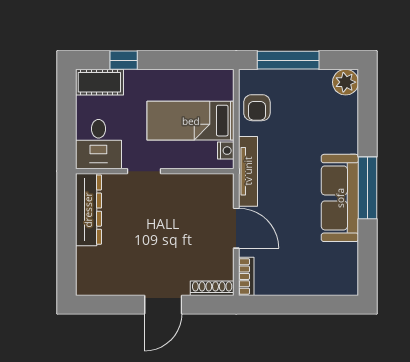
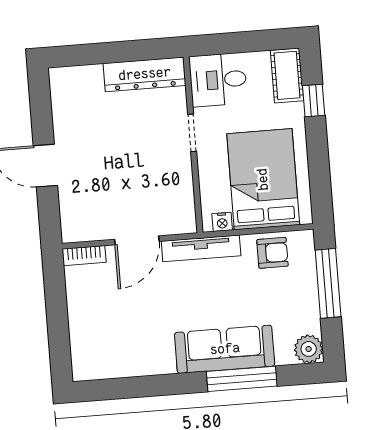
armchair: (257, 108) -> (272, 253), turned 180
bed: (191, 121) -> (263, 179), width x1.50
window: (368, 188) -> (242, 379), moved
sofa: (340, 198) -> (225, 349), moved
shoe rack: (212, 288) -> (68, 219), removed

